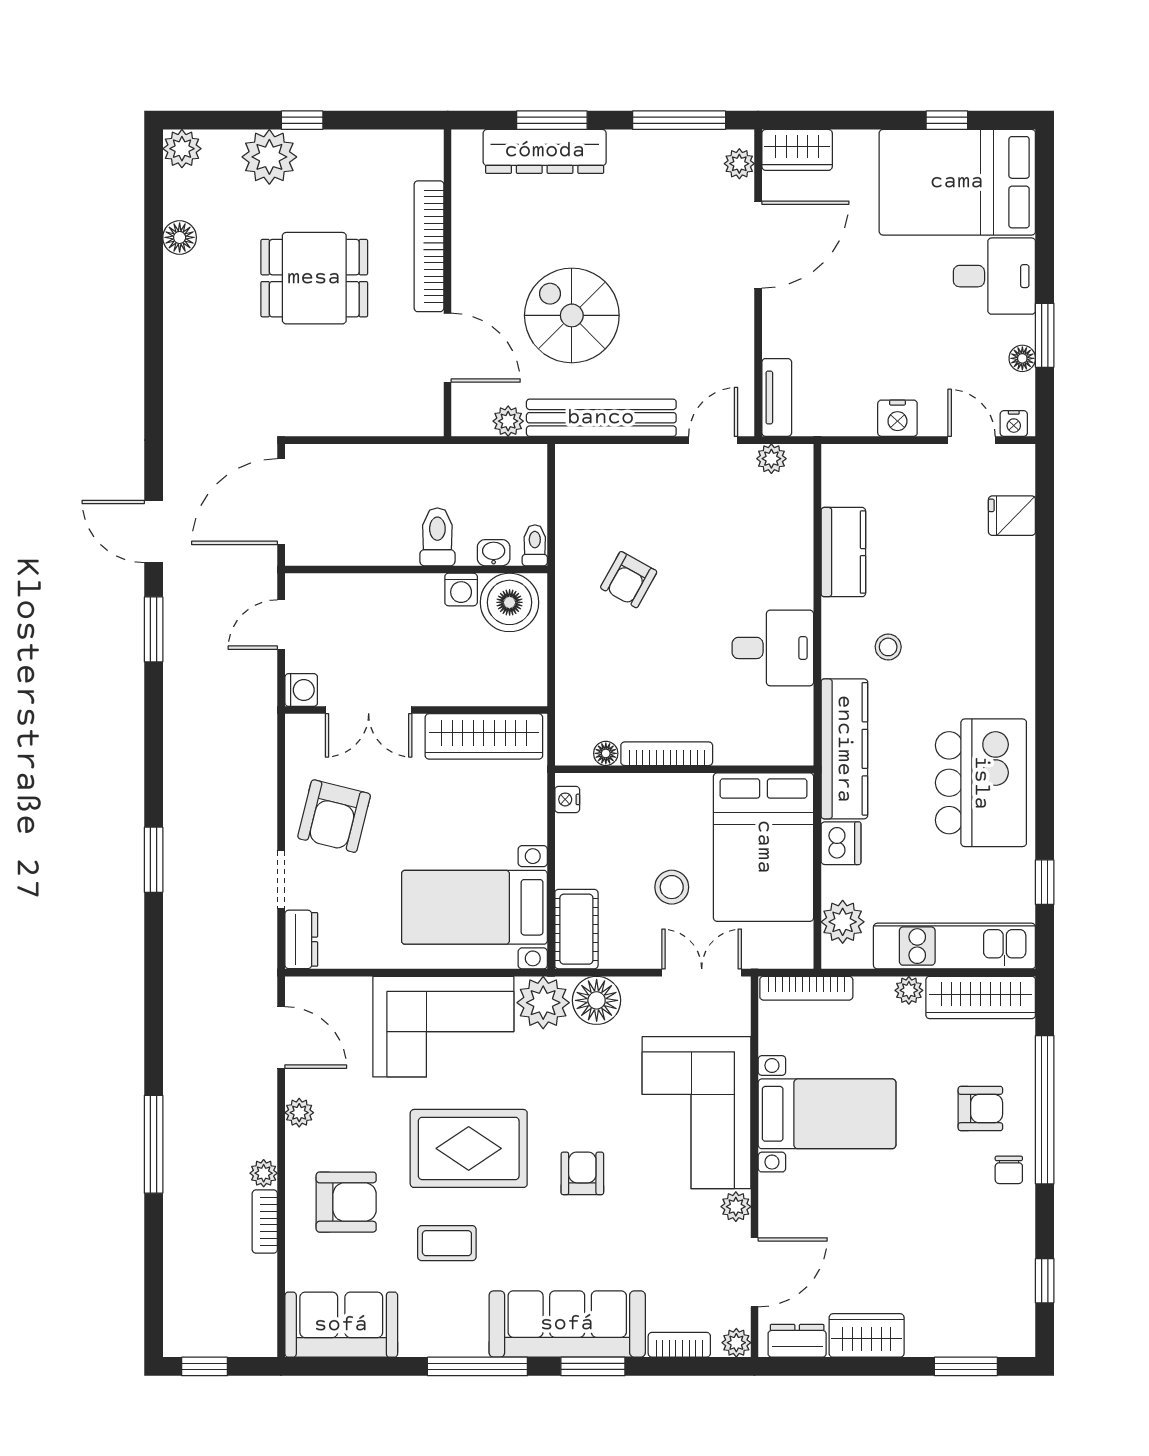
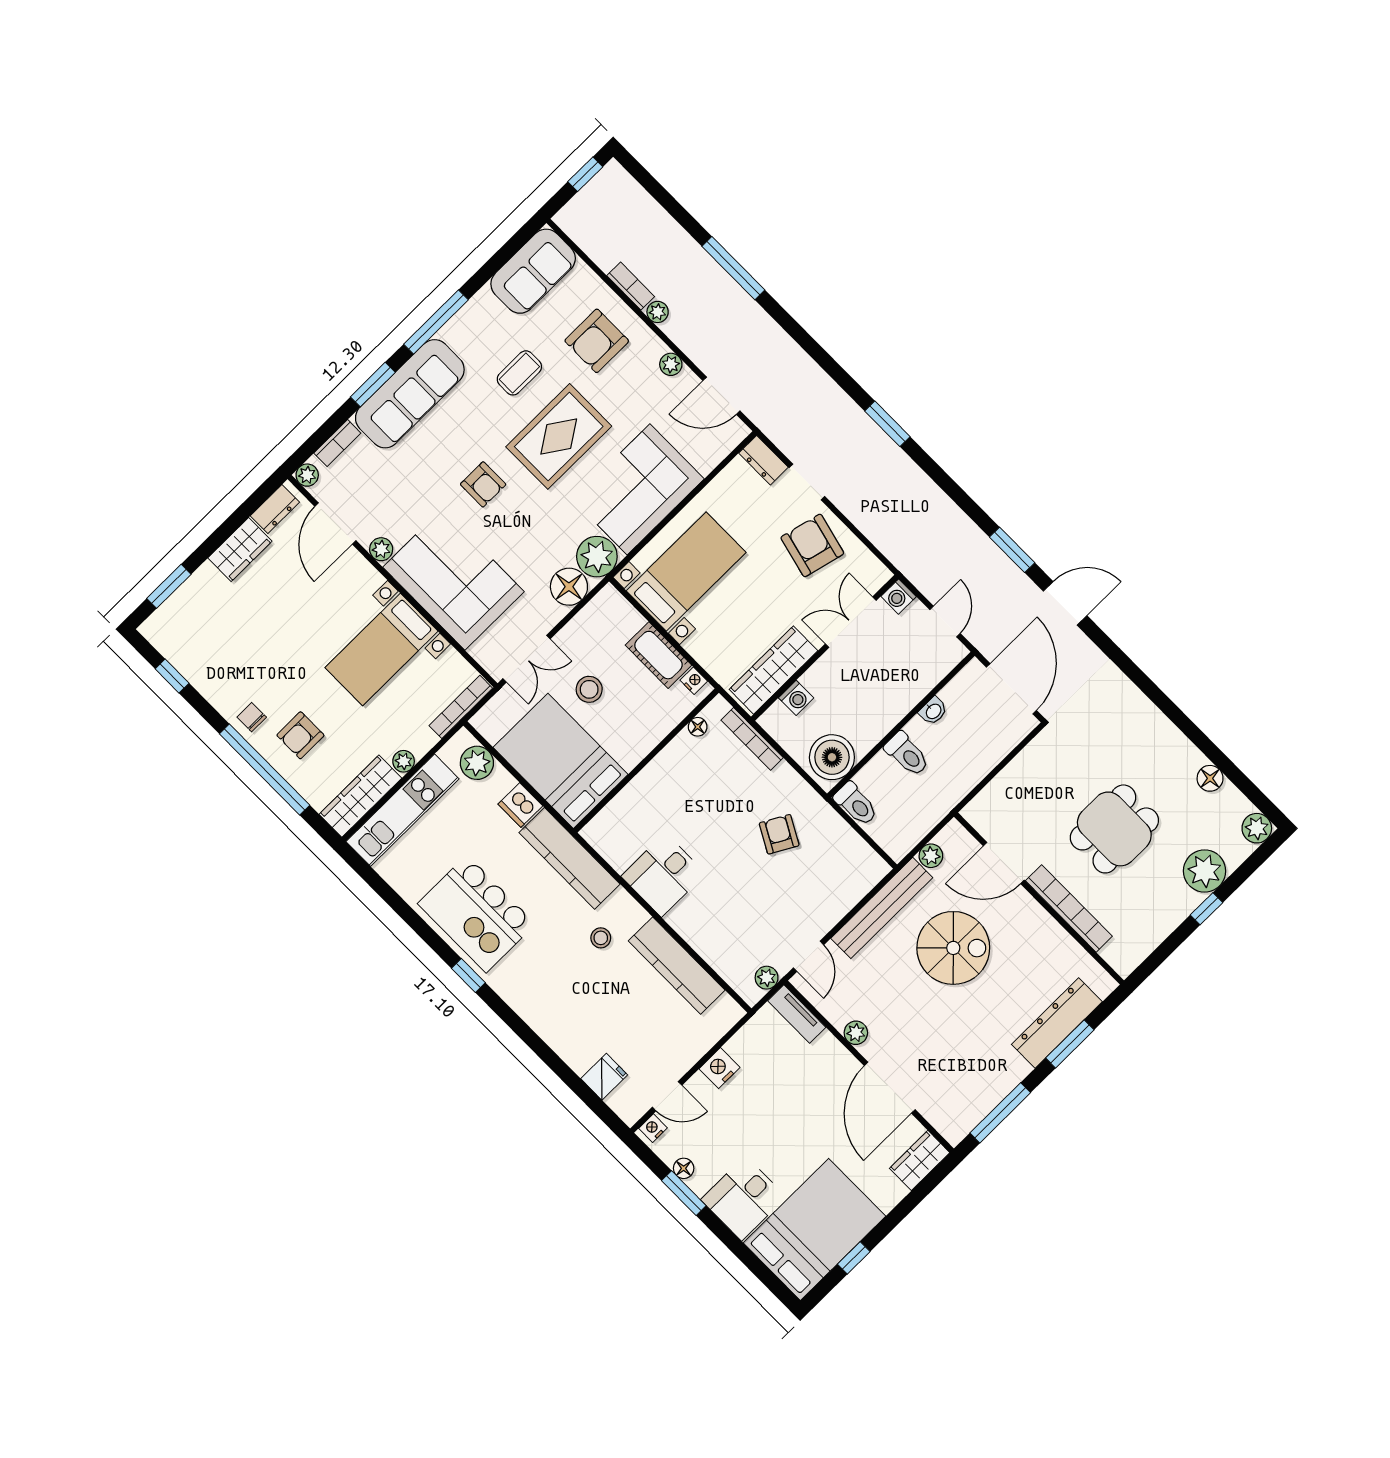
plant: (739, 164) -> (856, 1033), moved
toilet: (535, 545) -> (856, 804), width x1.37, depth x1.39
kitchen counter: (843, 552) -> (677, 966), width x1.50
washbasin: (494, 553) -> (933, 711), moved
washing machine: (461, 589) -> (796, 698), moved, turned 180
bookcase: (667, 754) -> (752, 739), moved, turned 90
window: (1045, 882) -> (468, 975), moved
cot: (576, 929) -> (658, 655), moved

